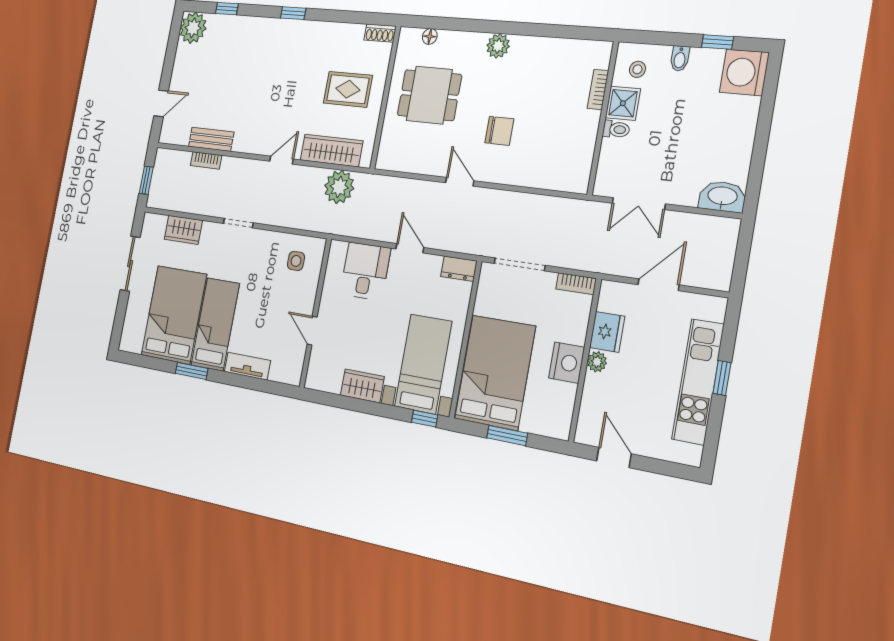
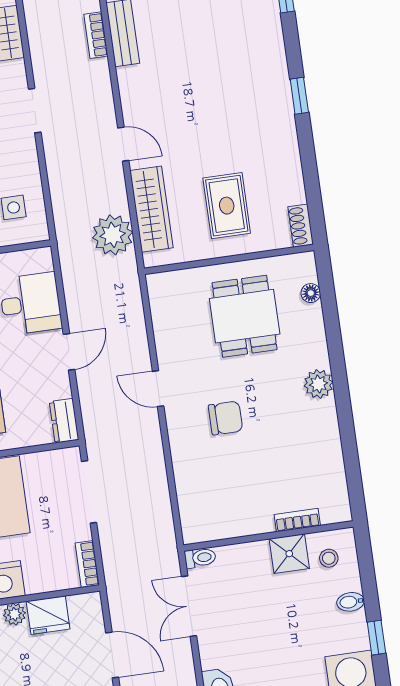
toilet: (616, 129) -> (200, 558), moved, turned -90
chair: (499, 131) -> (226, 418), turned -90
door: (460, 182) -> (158, 389), swing flipped

